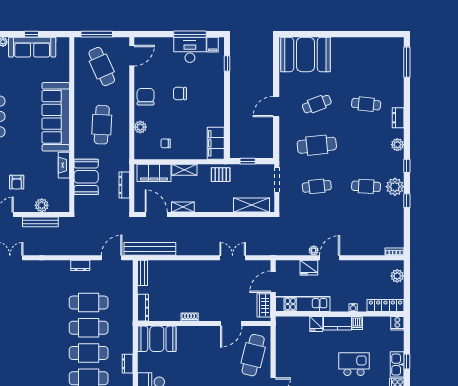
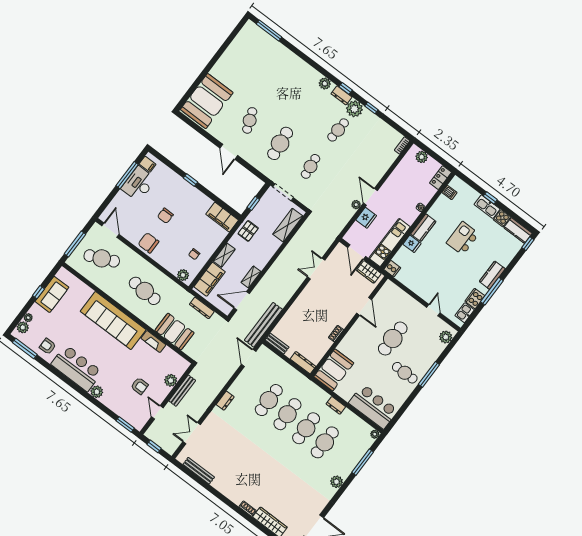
sofa: (32, 47) -> (52, 294), width x0.73
window: (227, 64) -> (191, 180), moved
cafe table: (366, 104) -> (277, 84), removed
dresser: (398, 118) -> (341, 95), moved
plant: (140, 127) -> (183, 275), moved
dresser: (80, 265) -> (225, 401), moved
locker: (385, 306) -> (441, 178), width x0.66
dishwasher: (357, 323) -> (450, 193), moved
cooker: (397, 323) -> (392, 269), moved
cafe table: (253, 355) -> (393, 339), moved, turned 76

